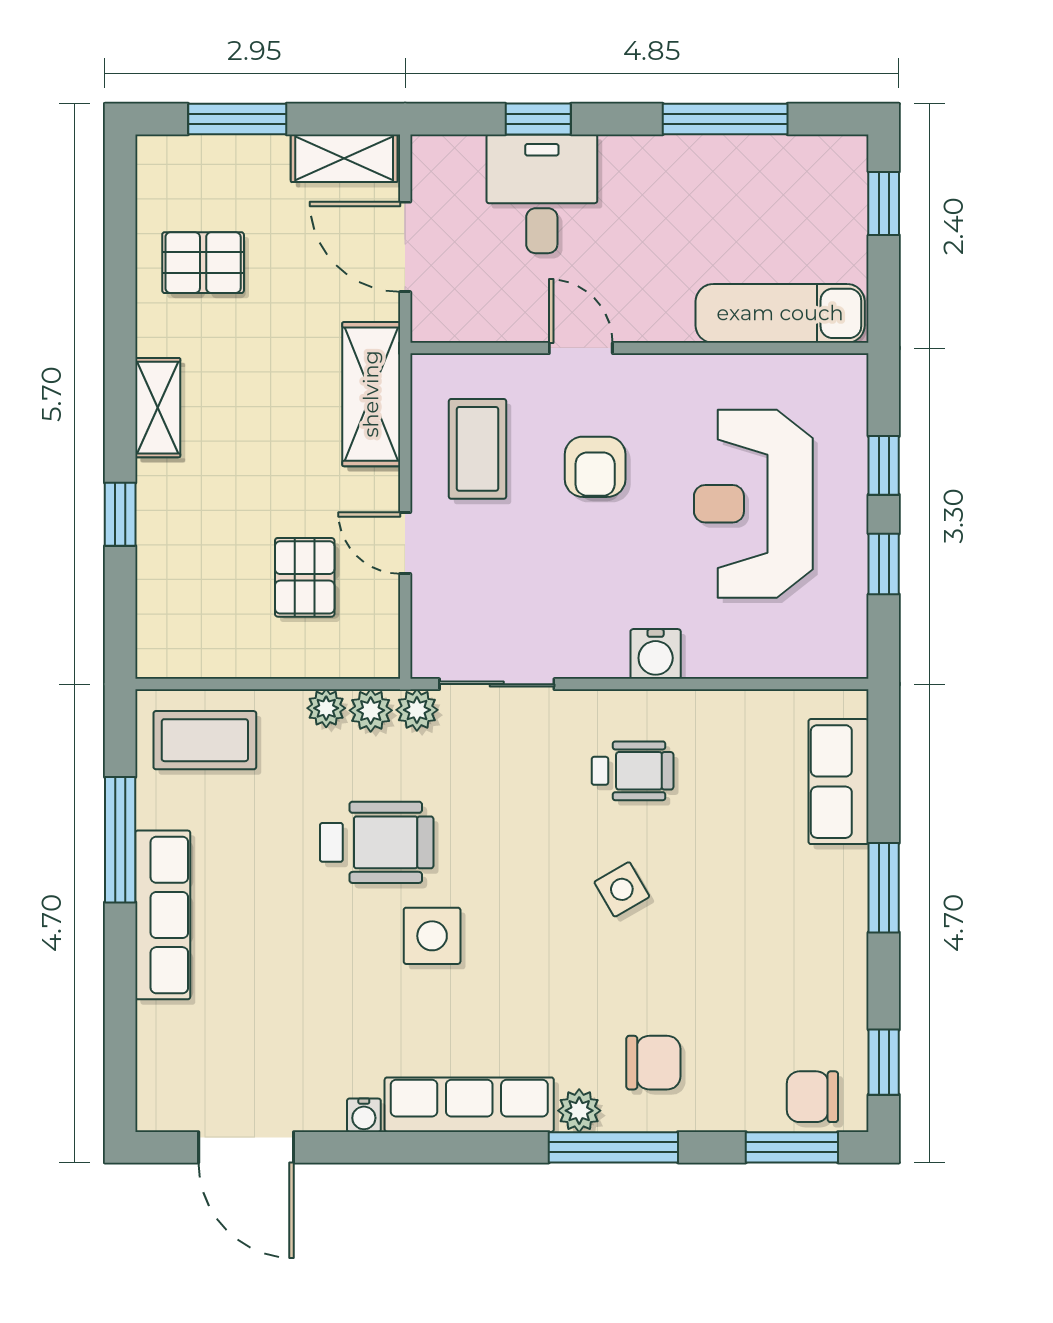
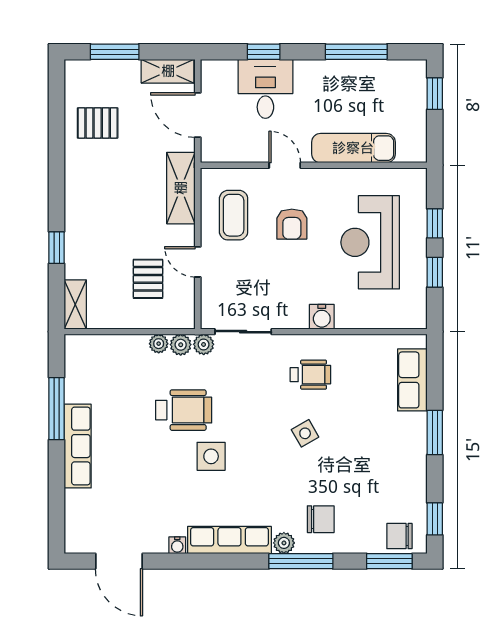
exam couch: (780, 313) -> (353, 148), moved
shelving: (158, 408) -> (75, 304), moved
coffee table: (205, 740) -> (99, 359), removed

